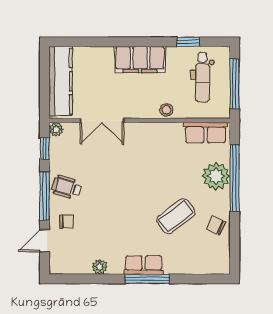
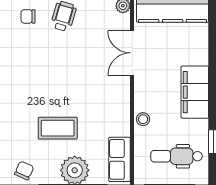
coffee table: (176, 216) -> (58, 128), moved, turned -53
chair: (67, 222) -> (28, 16), turned 90

